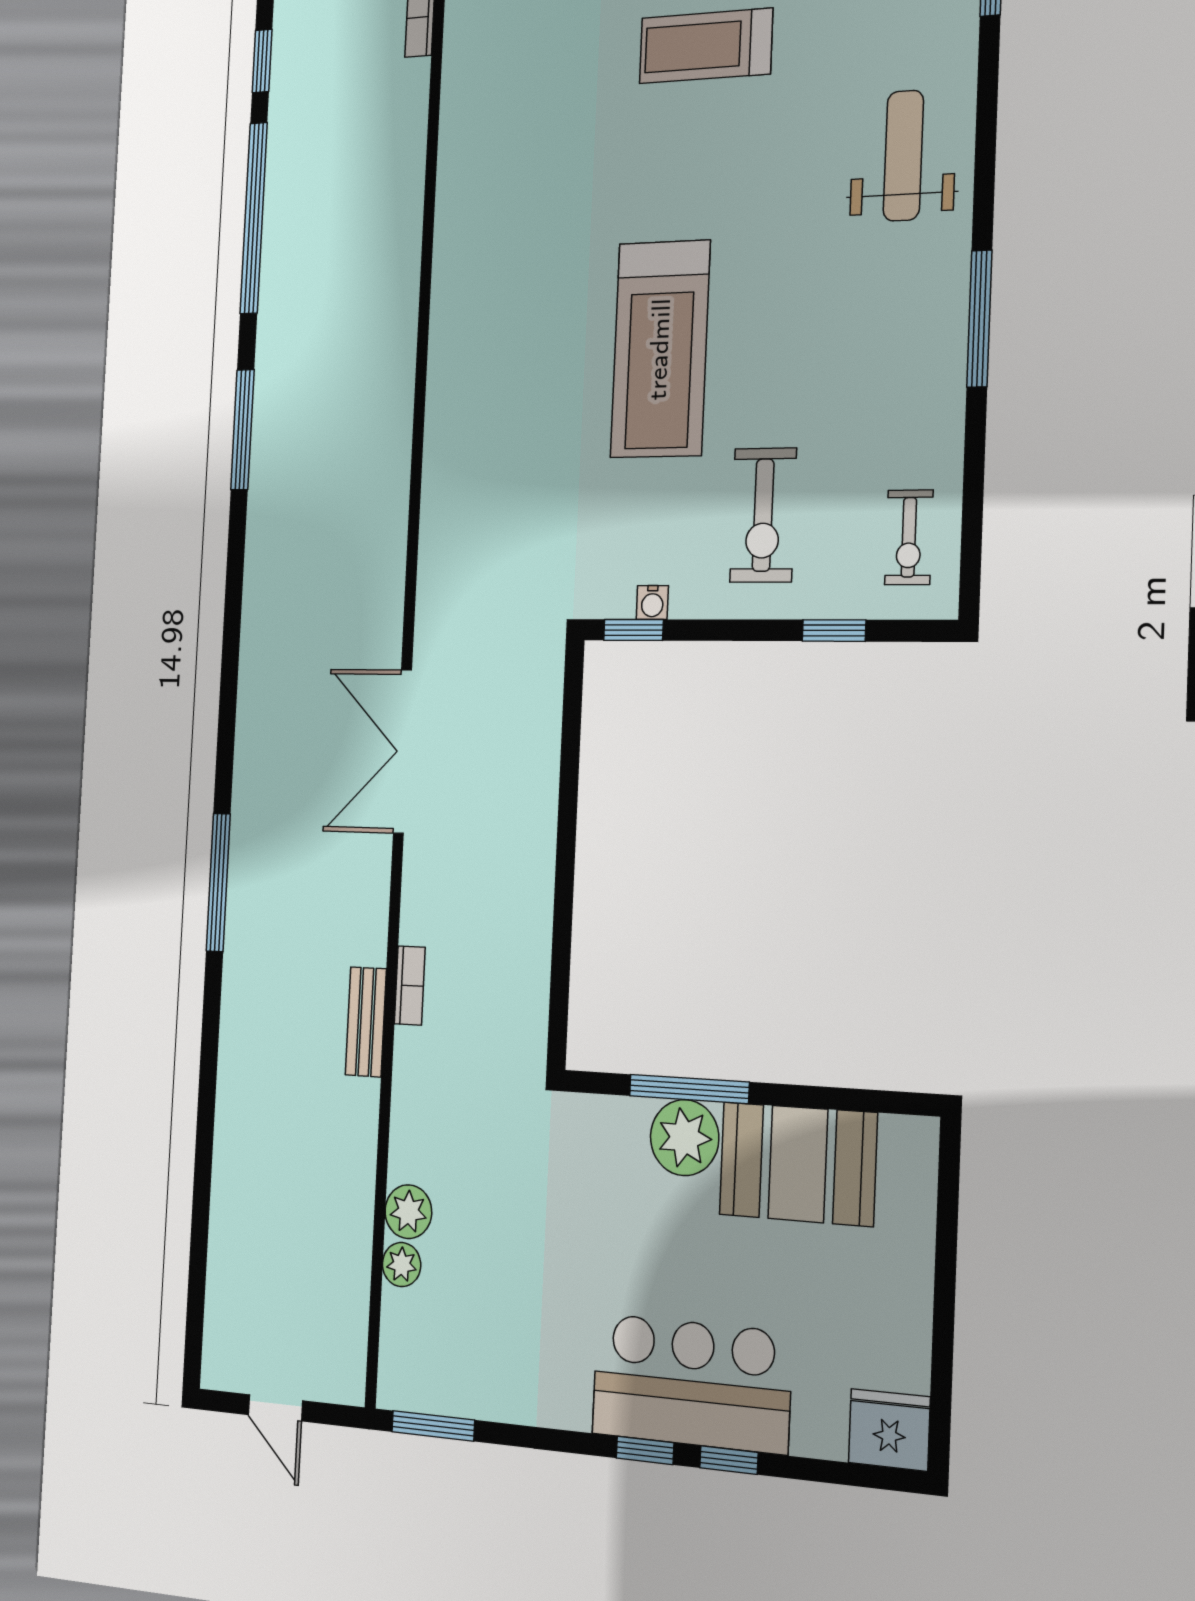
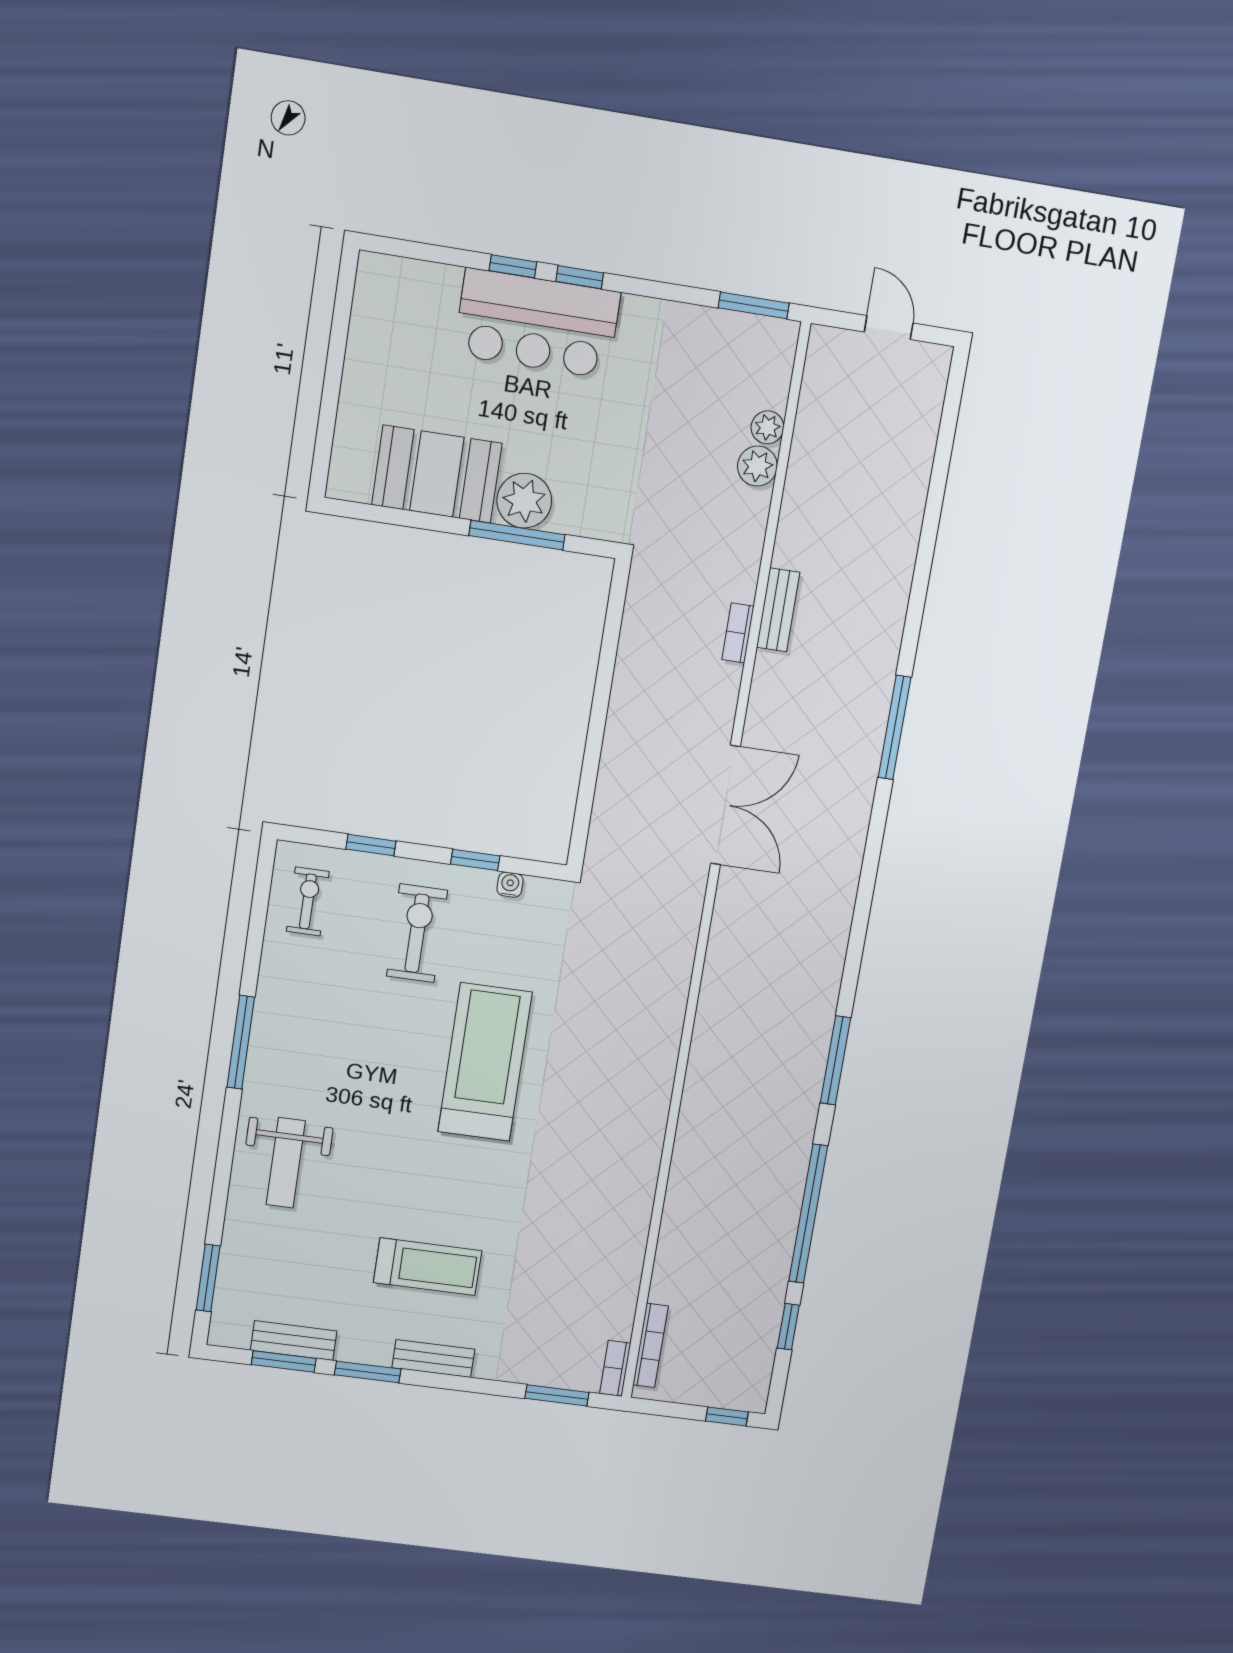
window: (633, 630) -> (475, 860), moved
fridge: (889, 1430) -> (385, 281), removed

